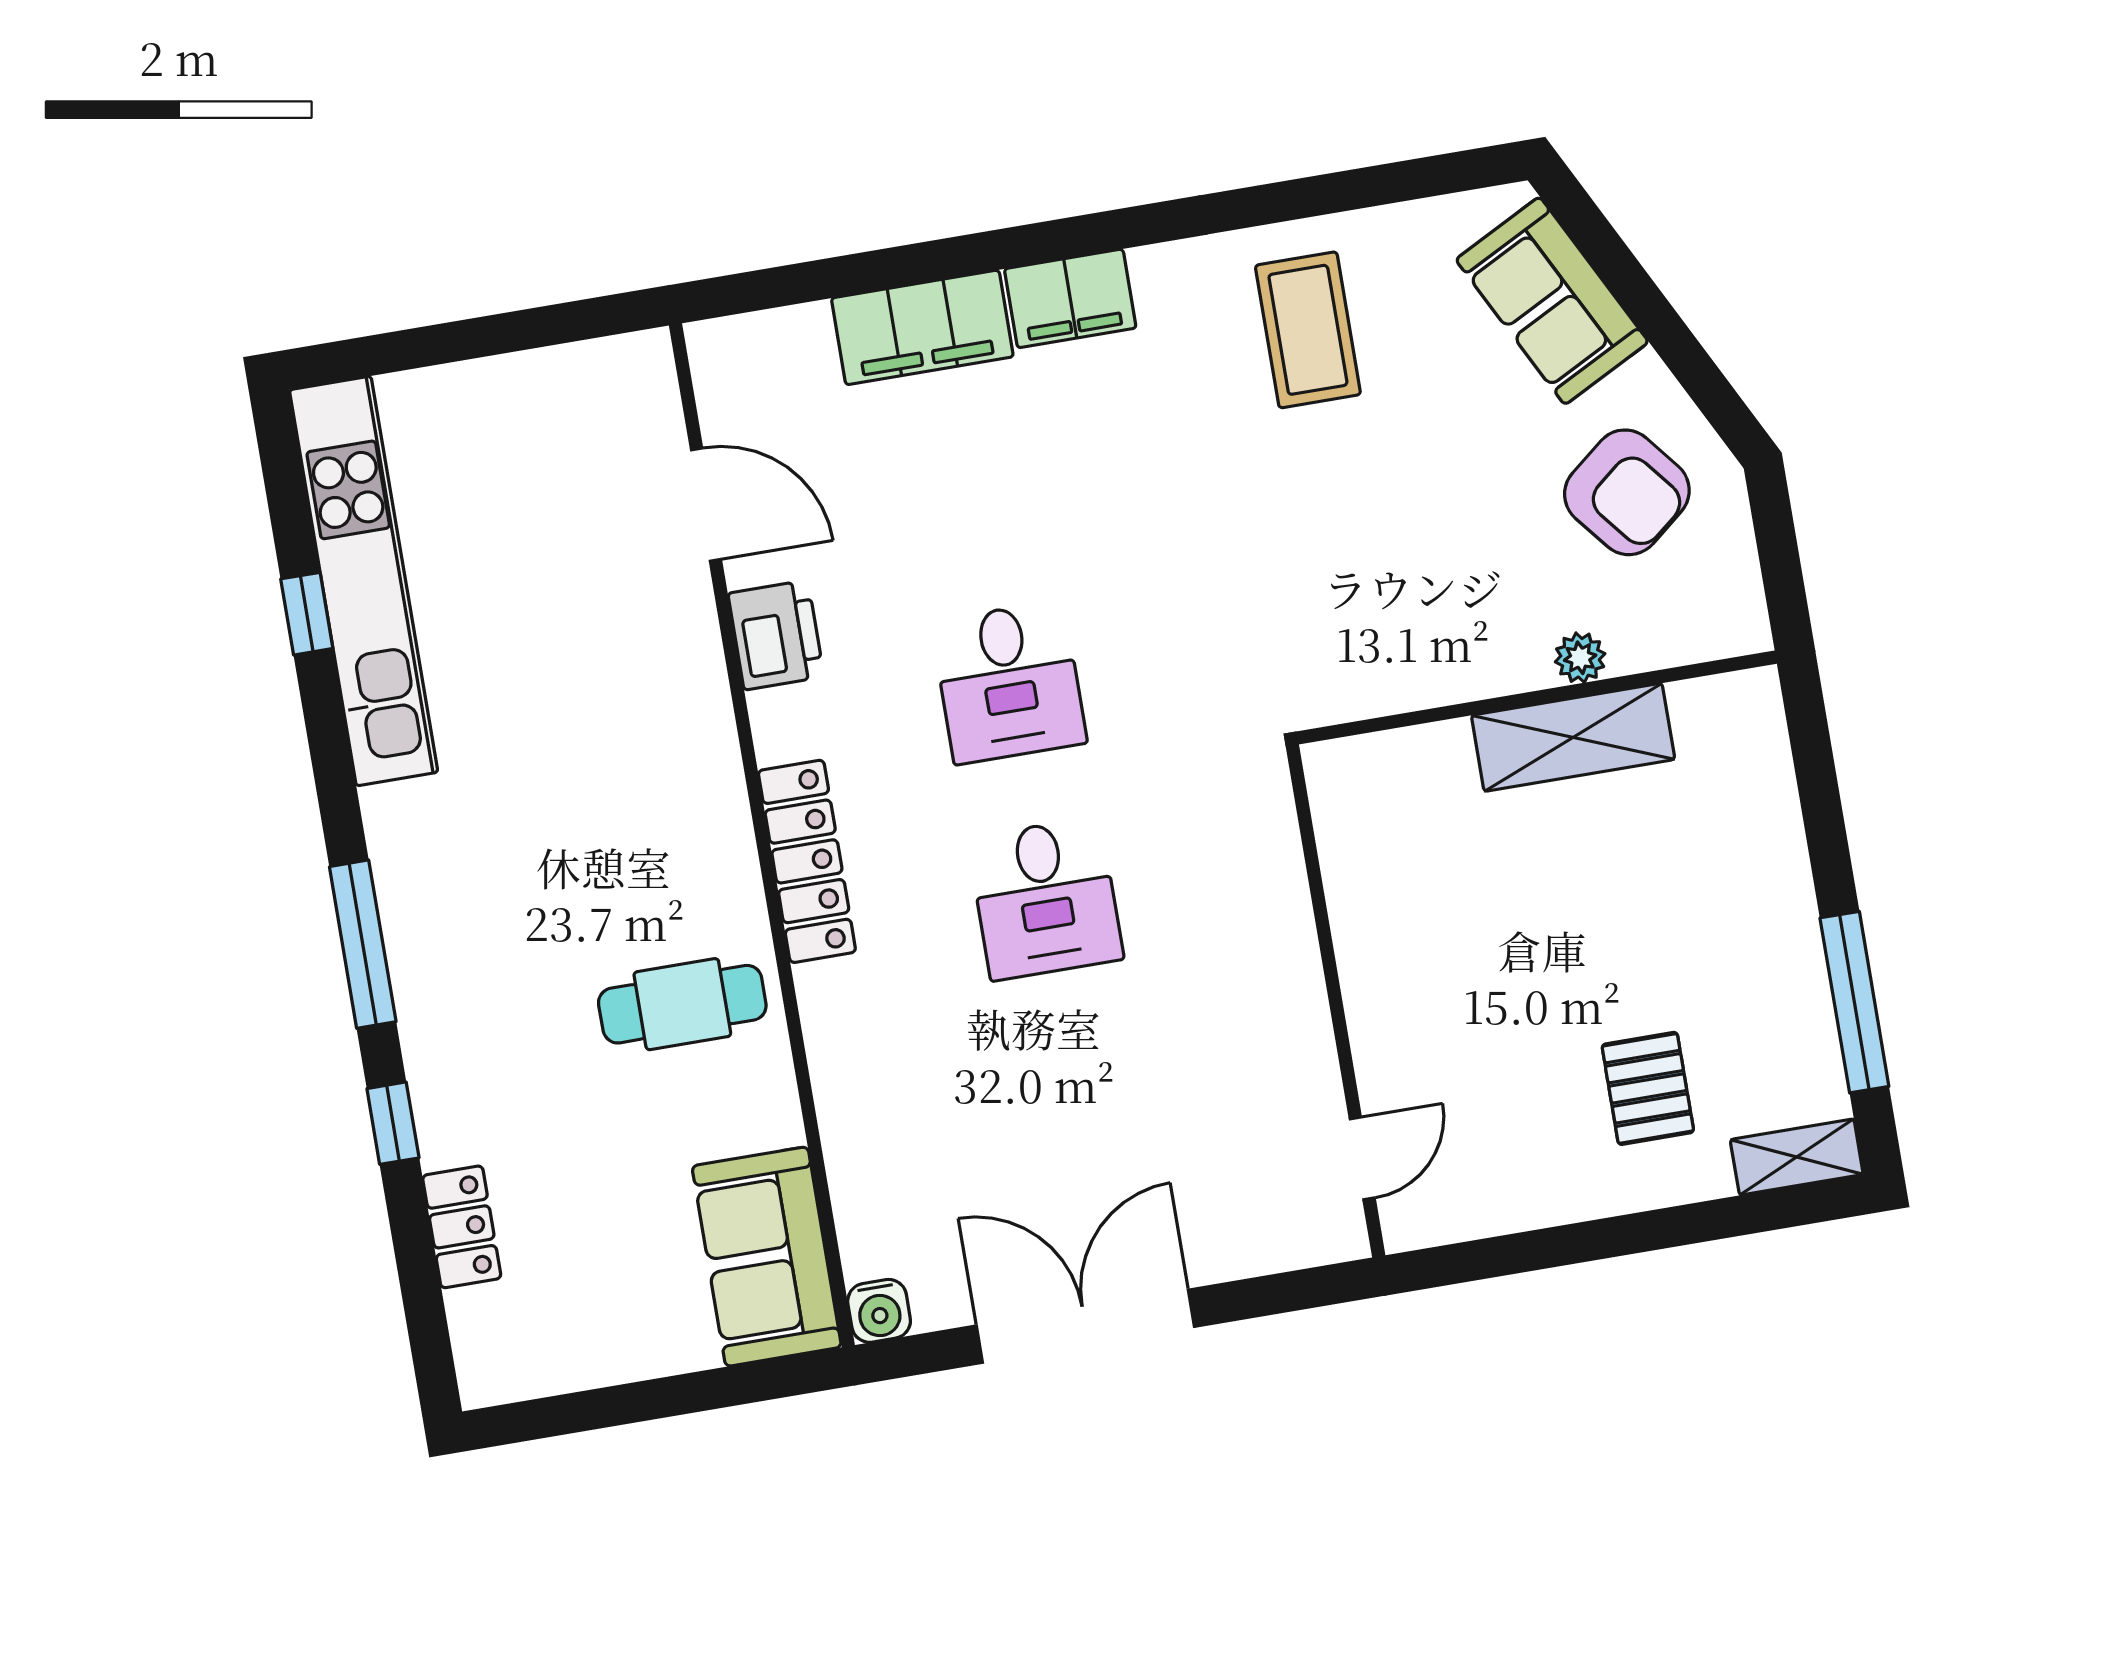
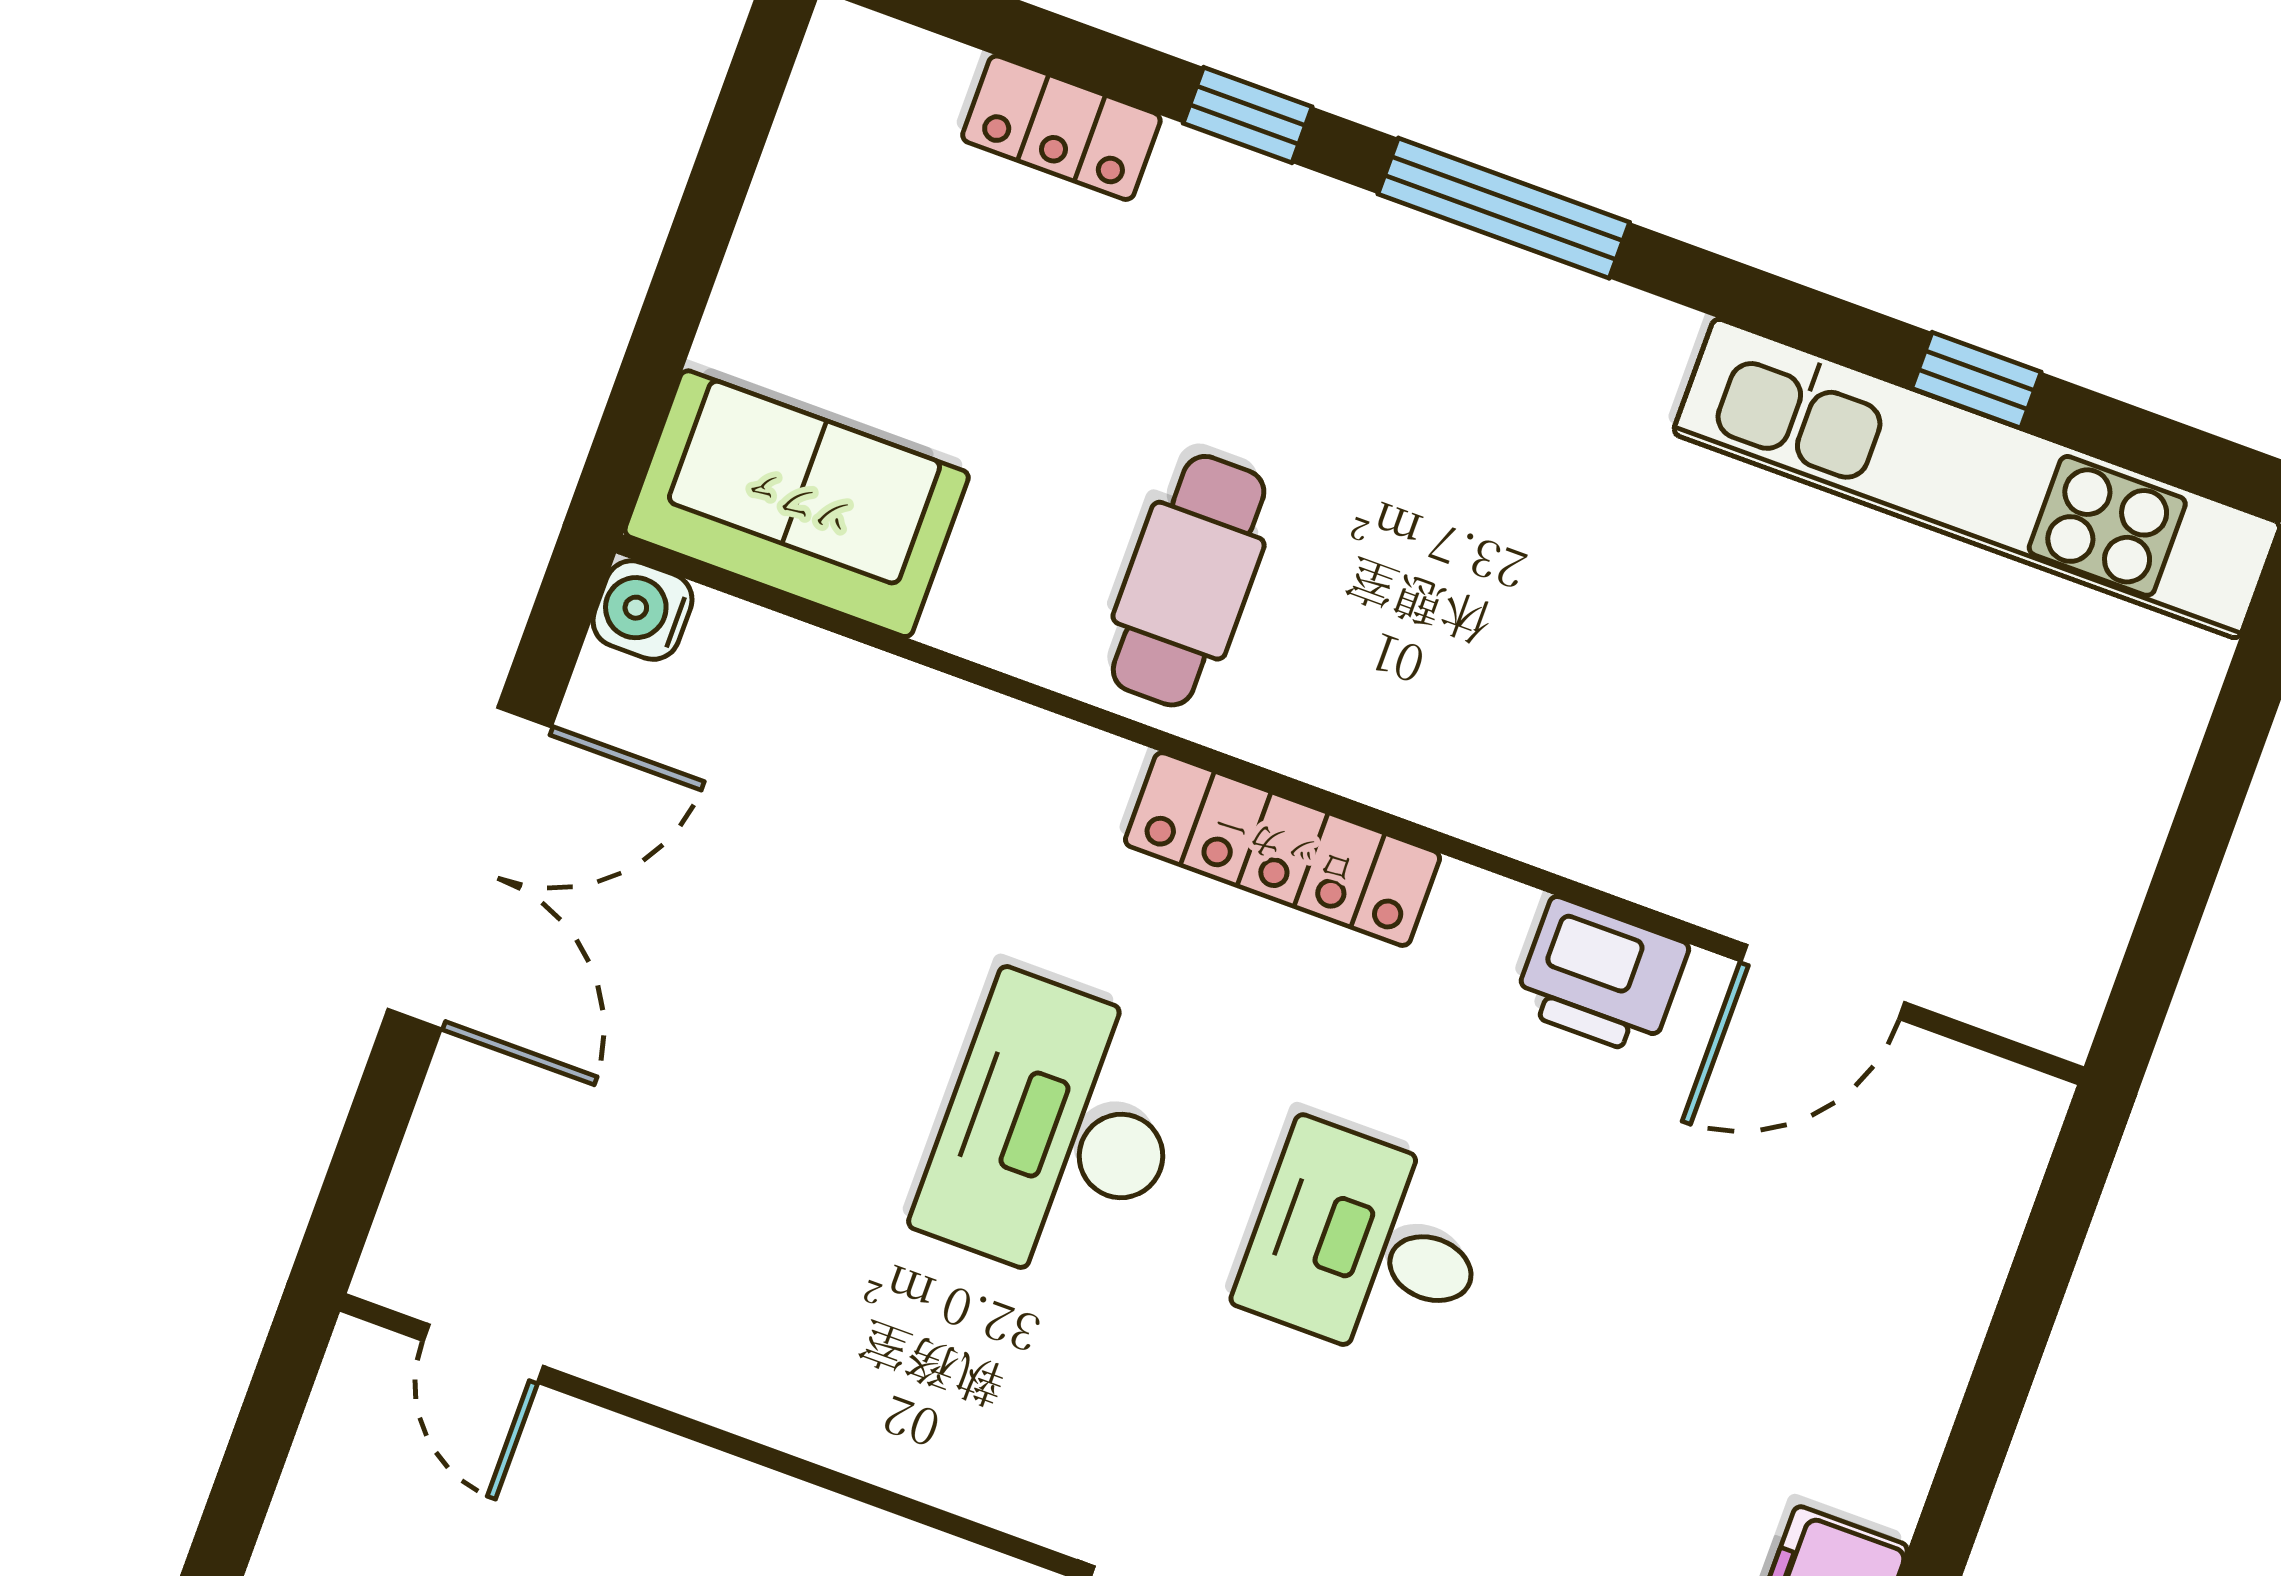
filing cabinet: (922, 327) -> (1894, 1395), removed
desk: (1045, 899) -> (1057, 1133), width x1.37

